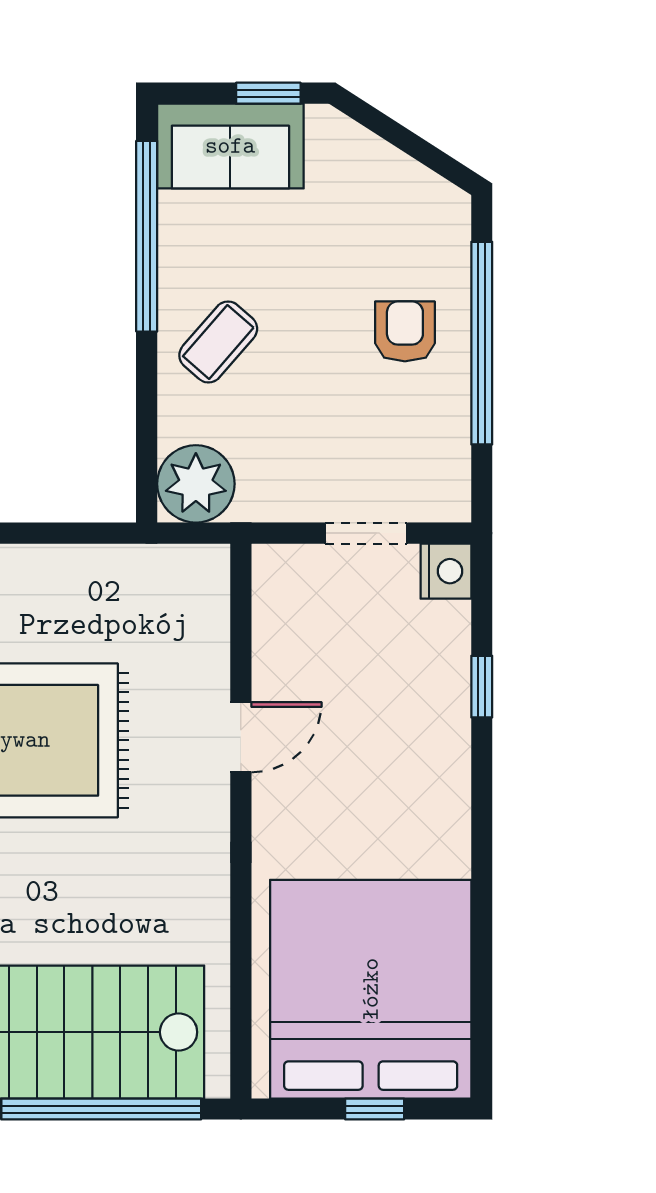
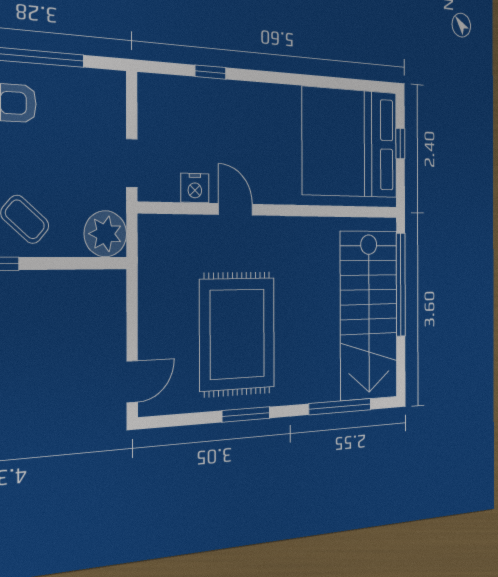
doorway: (366, 533) -> (132, 163), moved
nightstand: (446, 571) -> (195, 188), moved, turned 180

